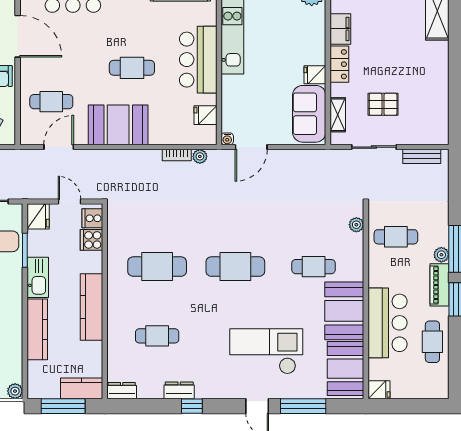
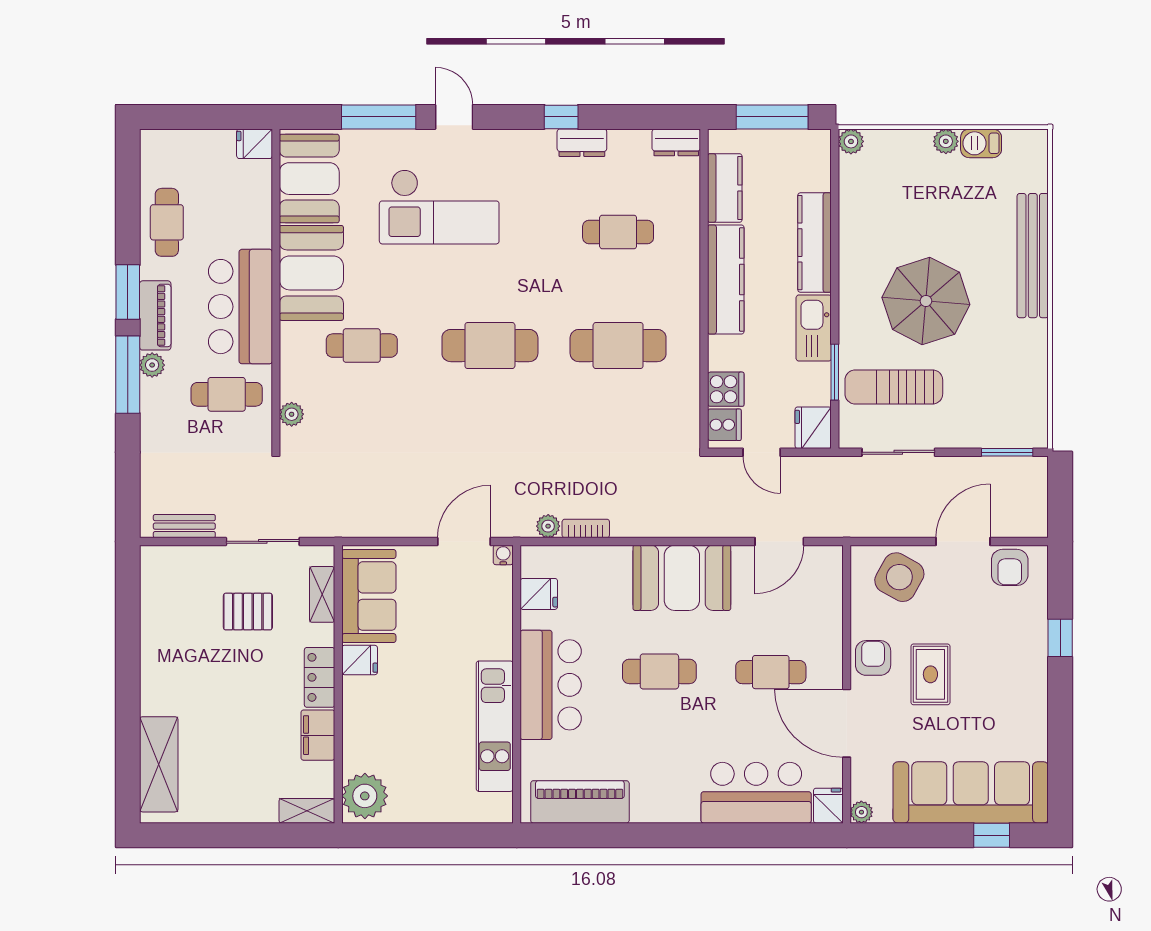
cafe table: (51, 102) -> (771, 672), moved
bar counter: (388, 323) -> (240, 307), moved
kitchen counter: (82, 388) -> (725, 188), moved, turned -90

